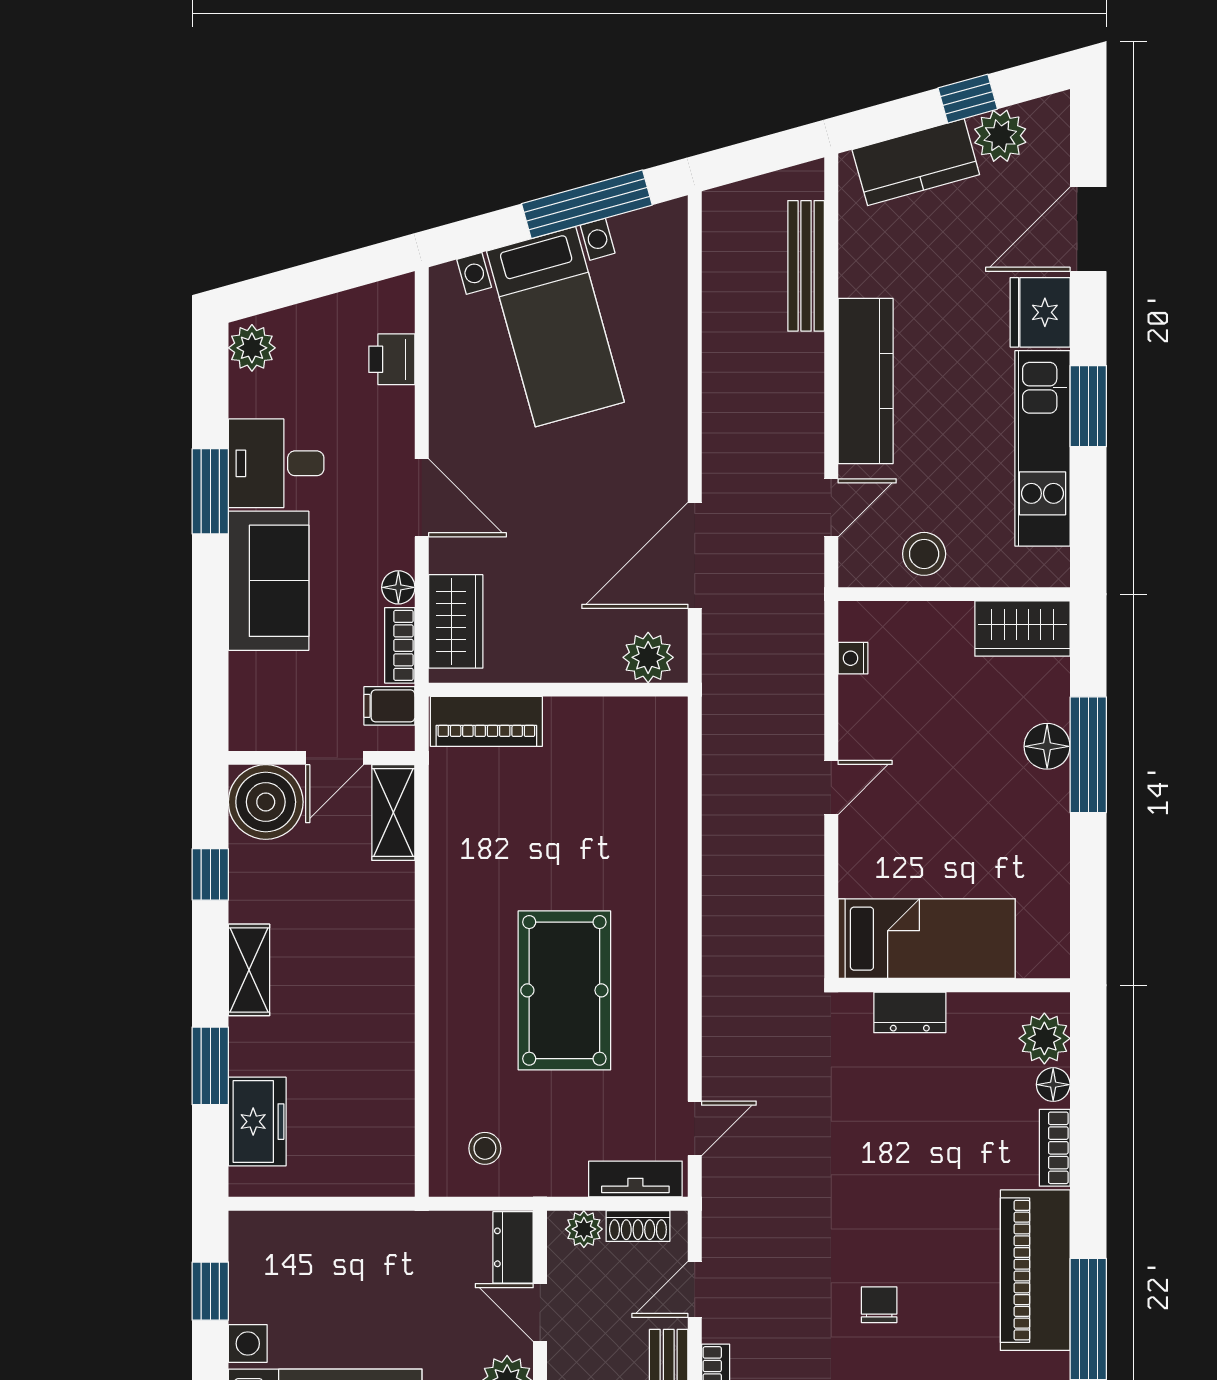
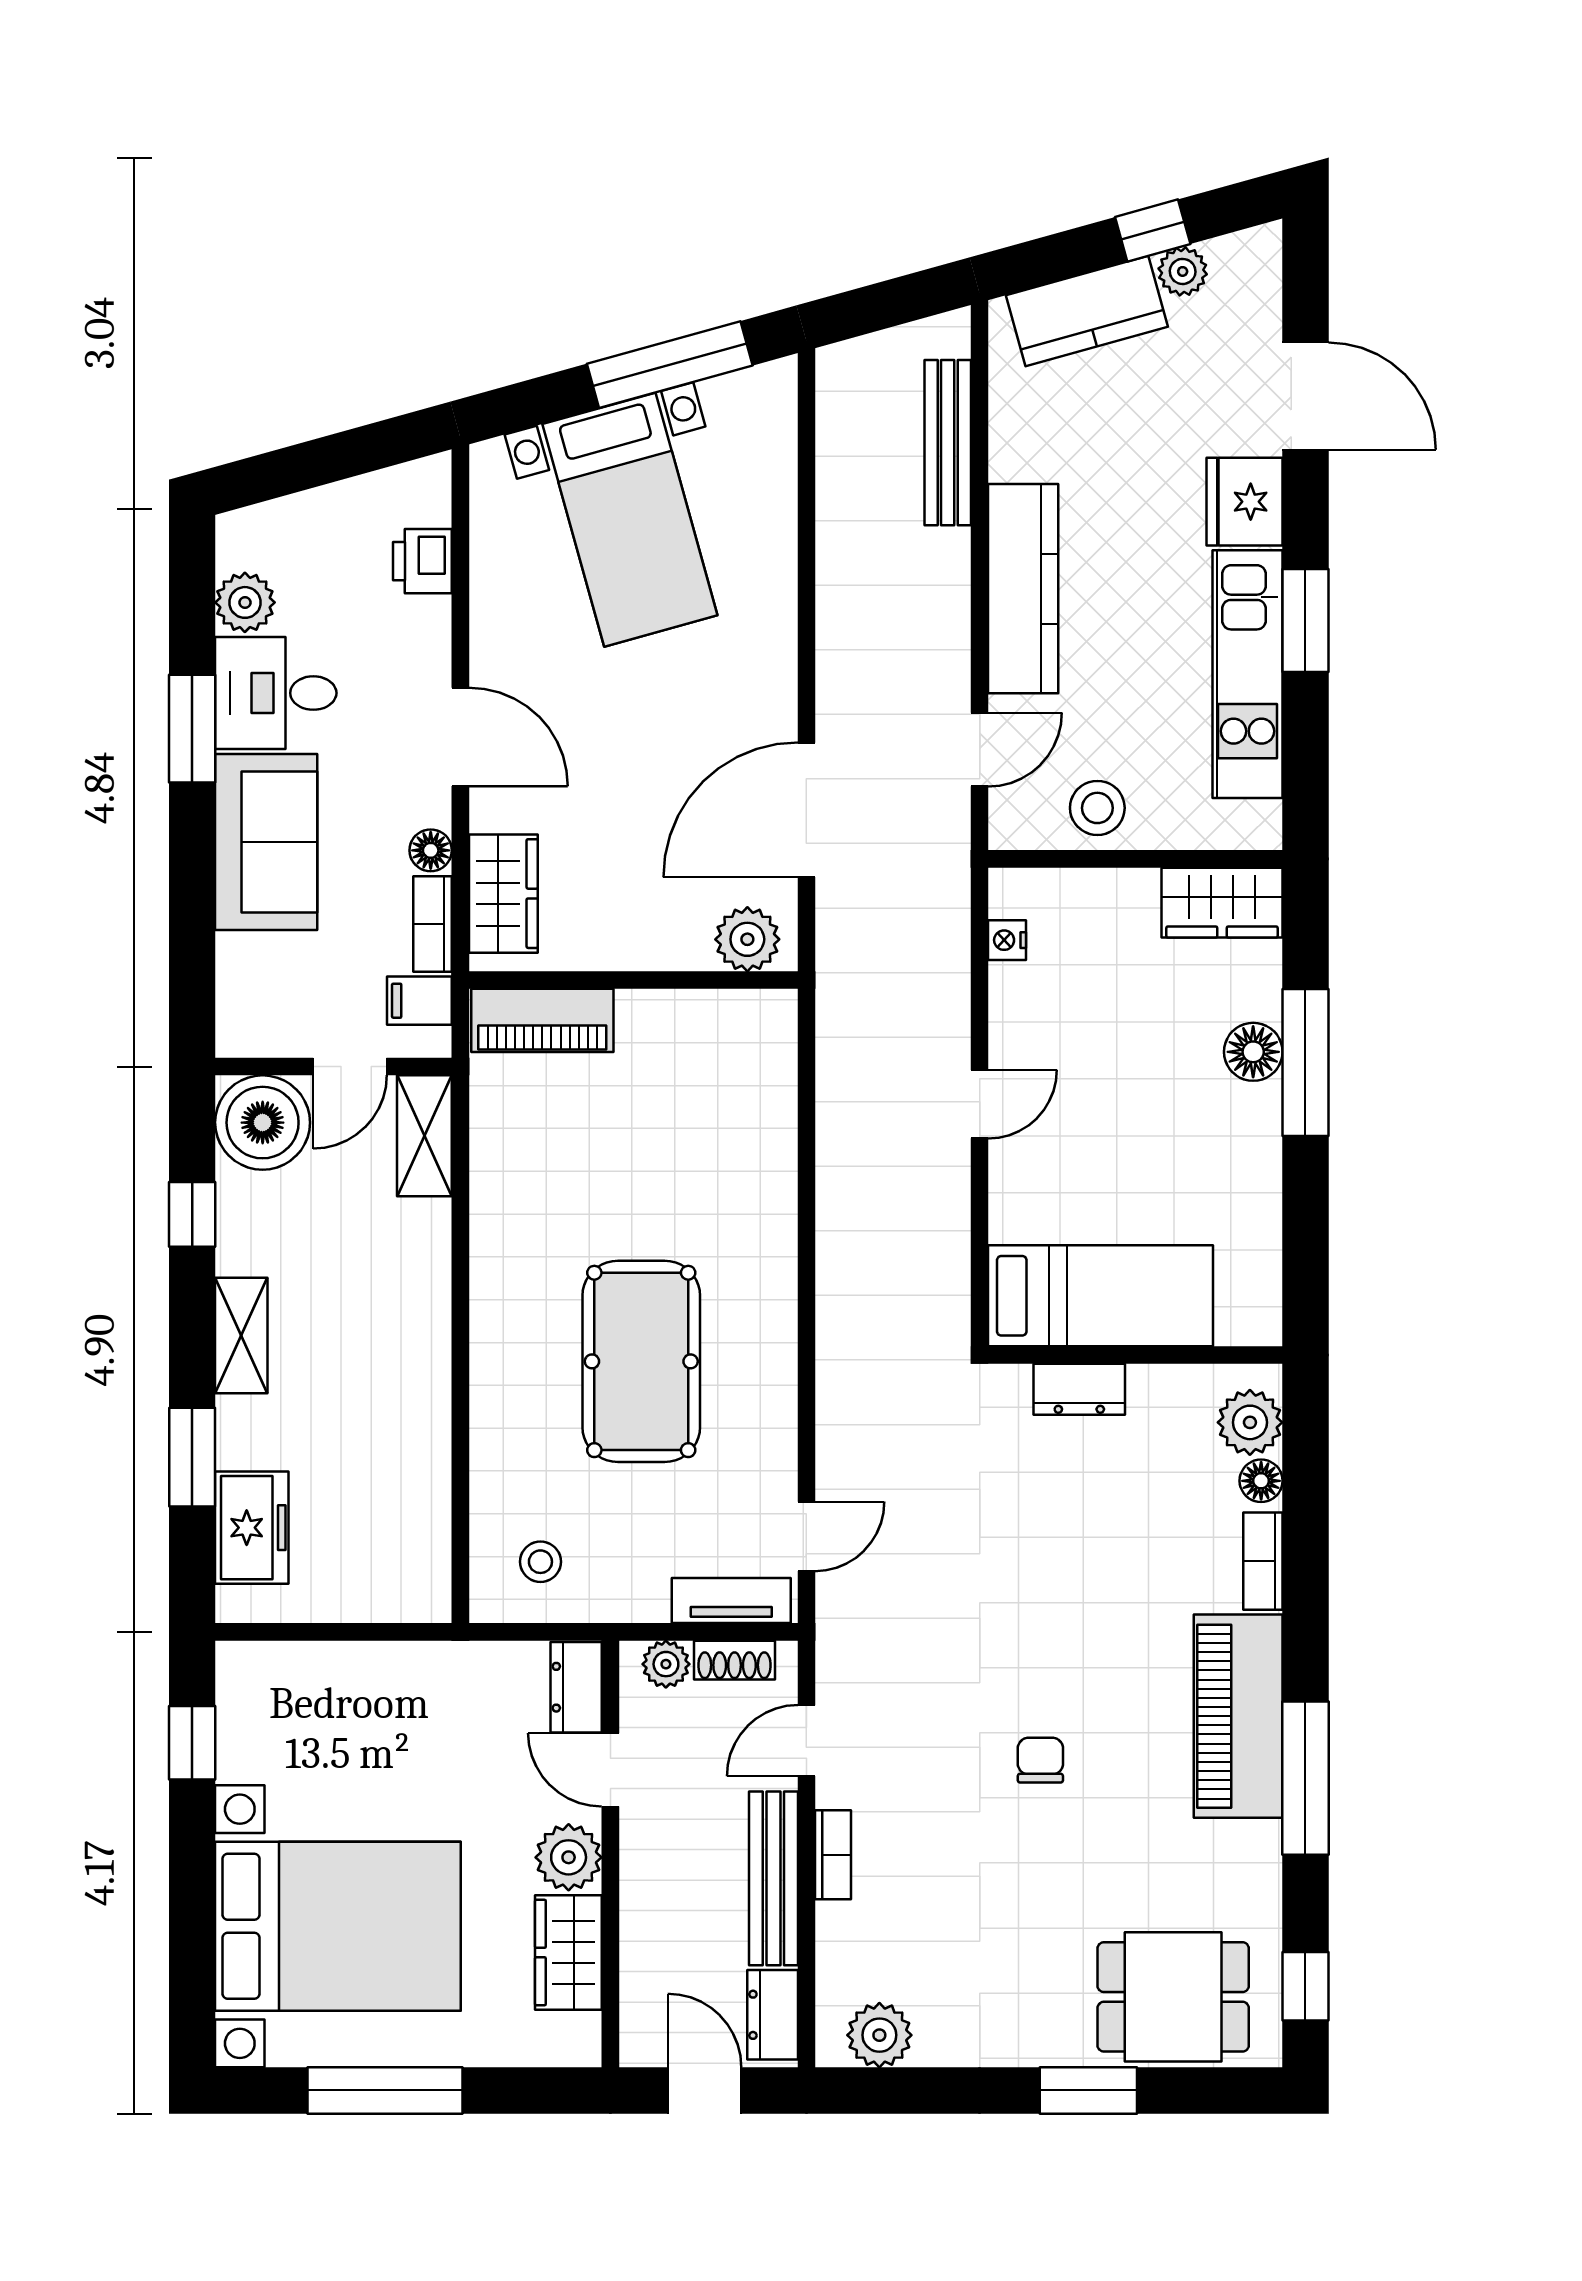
plant: (1000, 136) -> (1183, 271), width x0.73, depth x0.73
door: (1088, 229) -> (1305, 396), swing flipped
plant: (252, 348) -> (245, 602), moved

